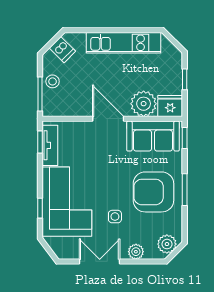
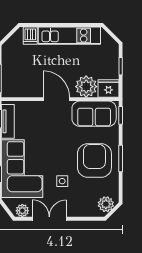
dishwasher: (62, 50) -> (30, 36), moved, turned 45
stool: (53, 81) -> (10, 68), removed
armchair: (153, 192) -> (94, 161), turned 90
plant: (136, 252) -> (22, 211), moved

